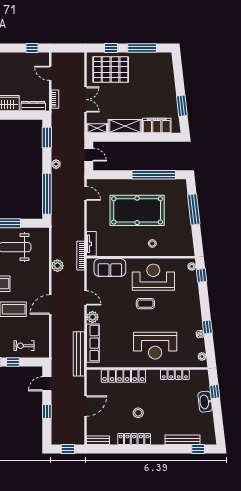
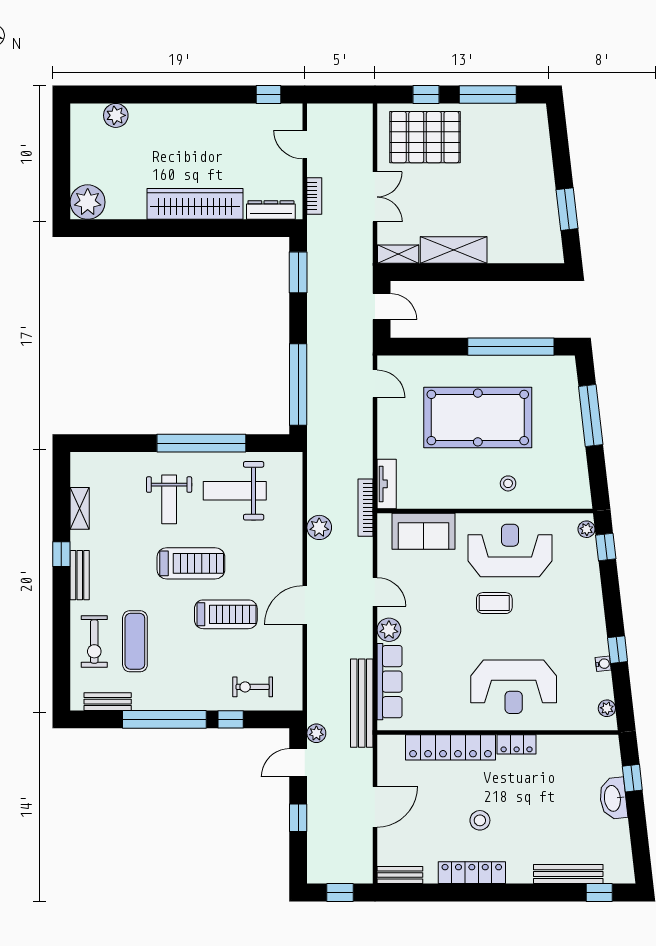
filing cabinet: (157, 126) -> (517, 249), removed
plant: (56, 164) -> (316, 733), moved
locker: (175, 375) -> (517, 744), moved, width x0.66

